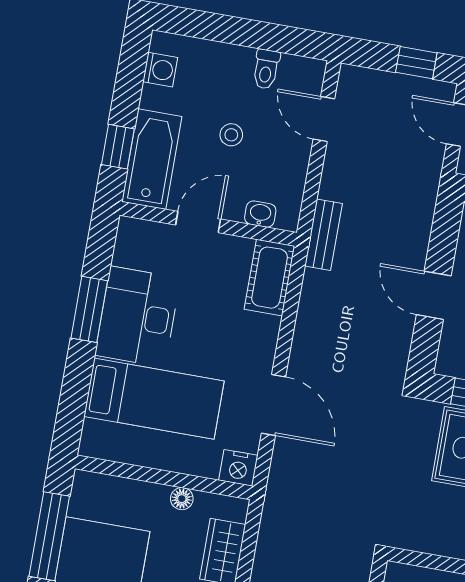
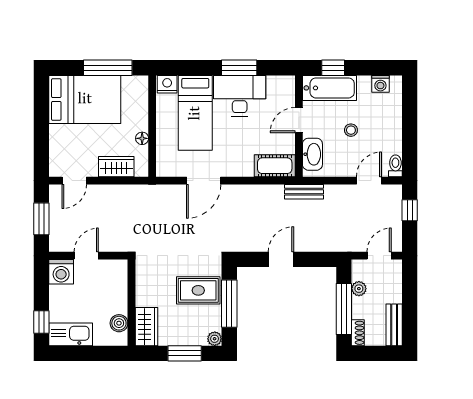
window: (416, 63) -> (410, 210), moved
toilet: (266, 69) -> (395, 166), moved, turned 90
washbasin: (260, 214) -> (312, 154), width x1.91, depth x1.45
door: (198, 222) -> (299, 120), swing flipped
nightstand: (238, 468) -> (167, 84), moved, turned 90

